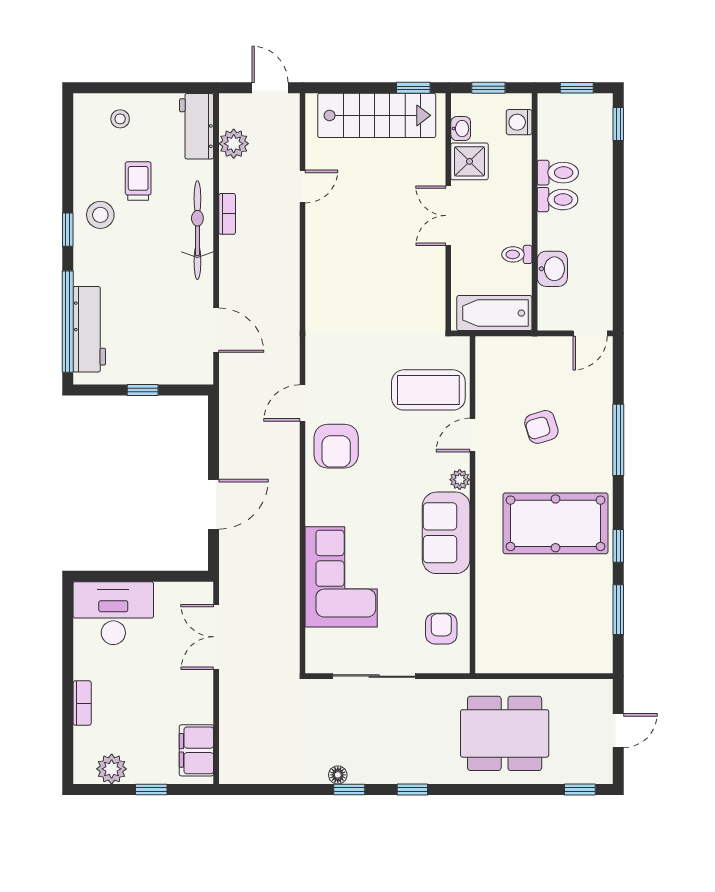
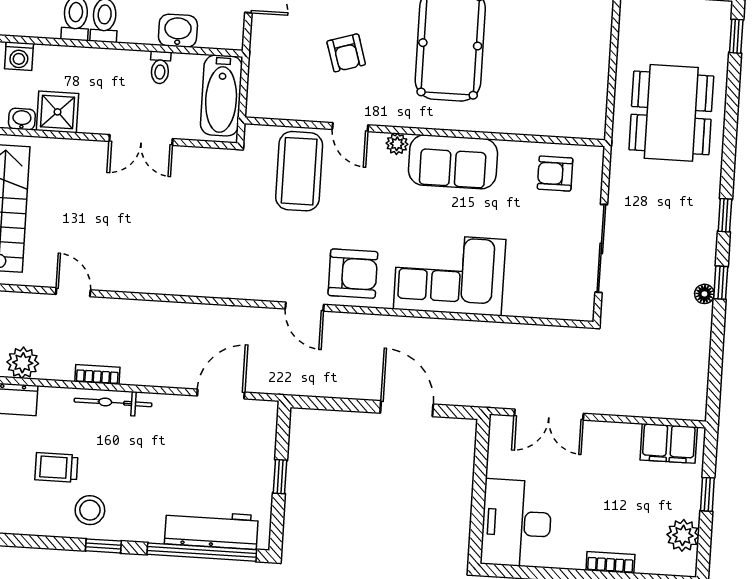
double door: (448, 216) -> (141, 140), moved
bicycle: (197, 230) -> (113, 402), width x0.73, depth x0.71
corner sofa: (341, 577) -> (450, 274), moved

